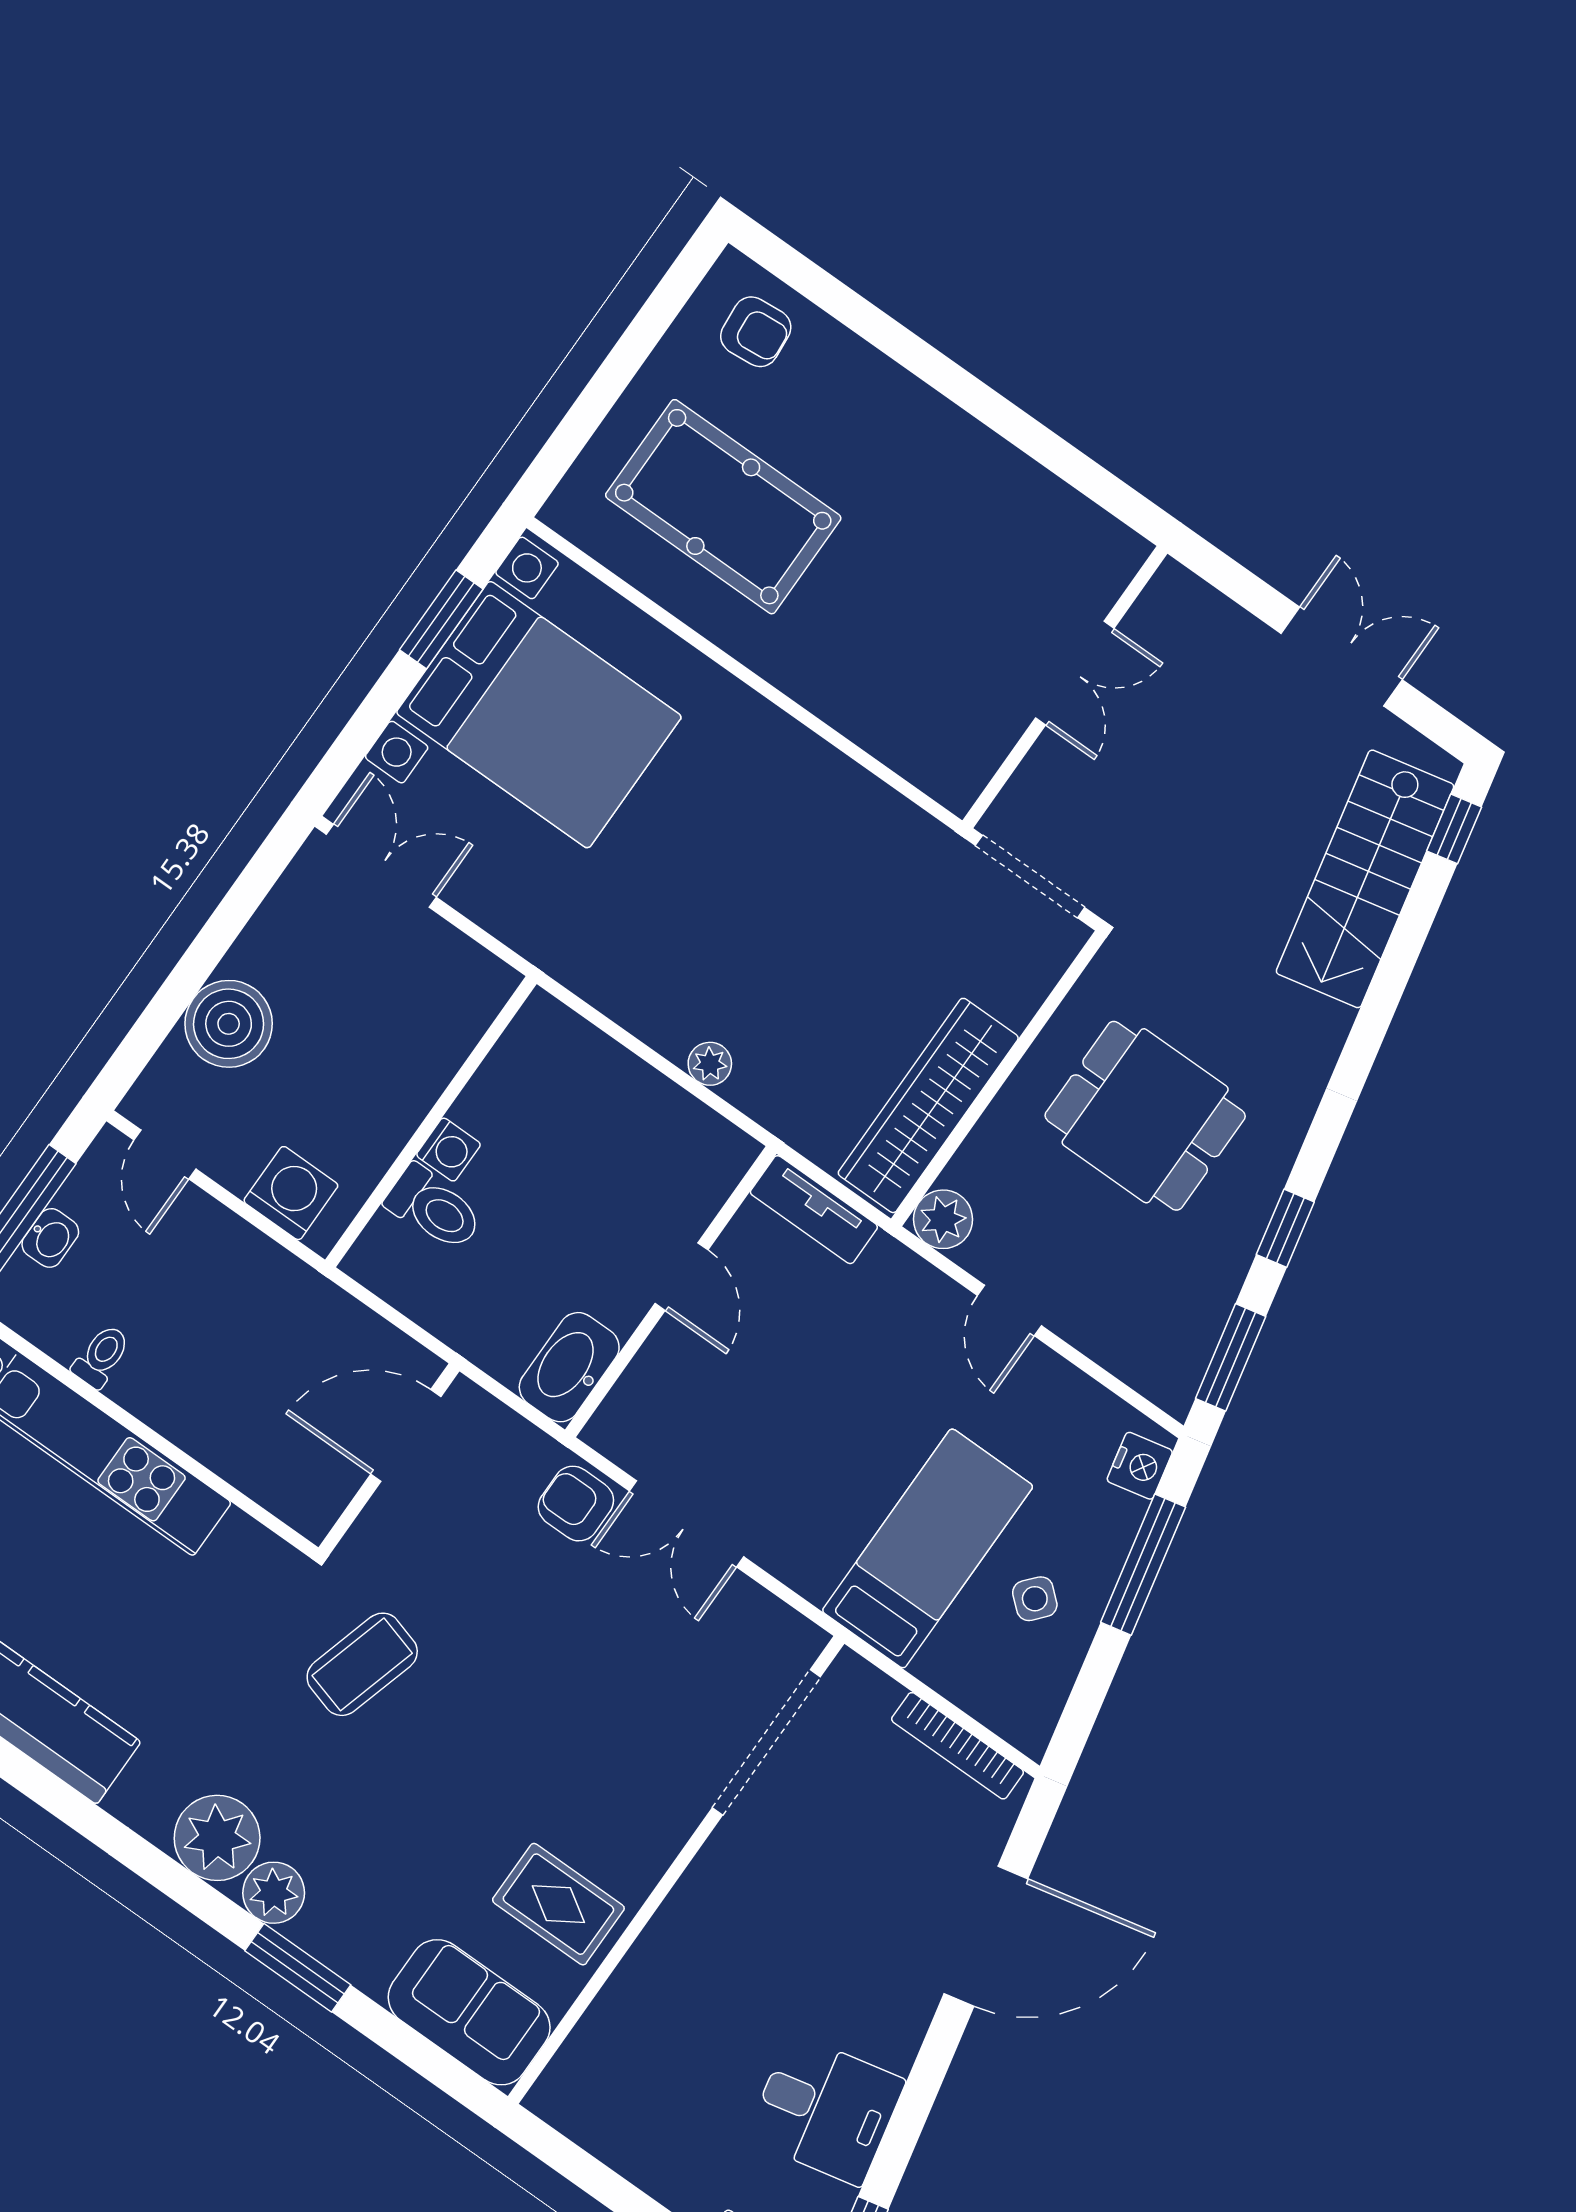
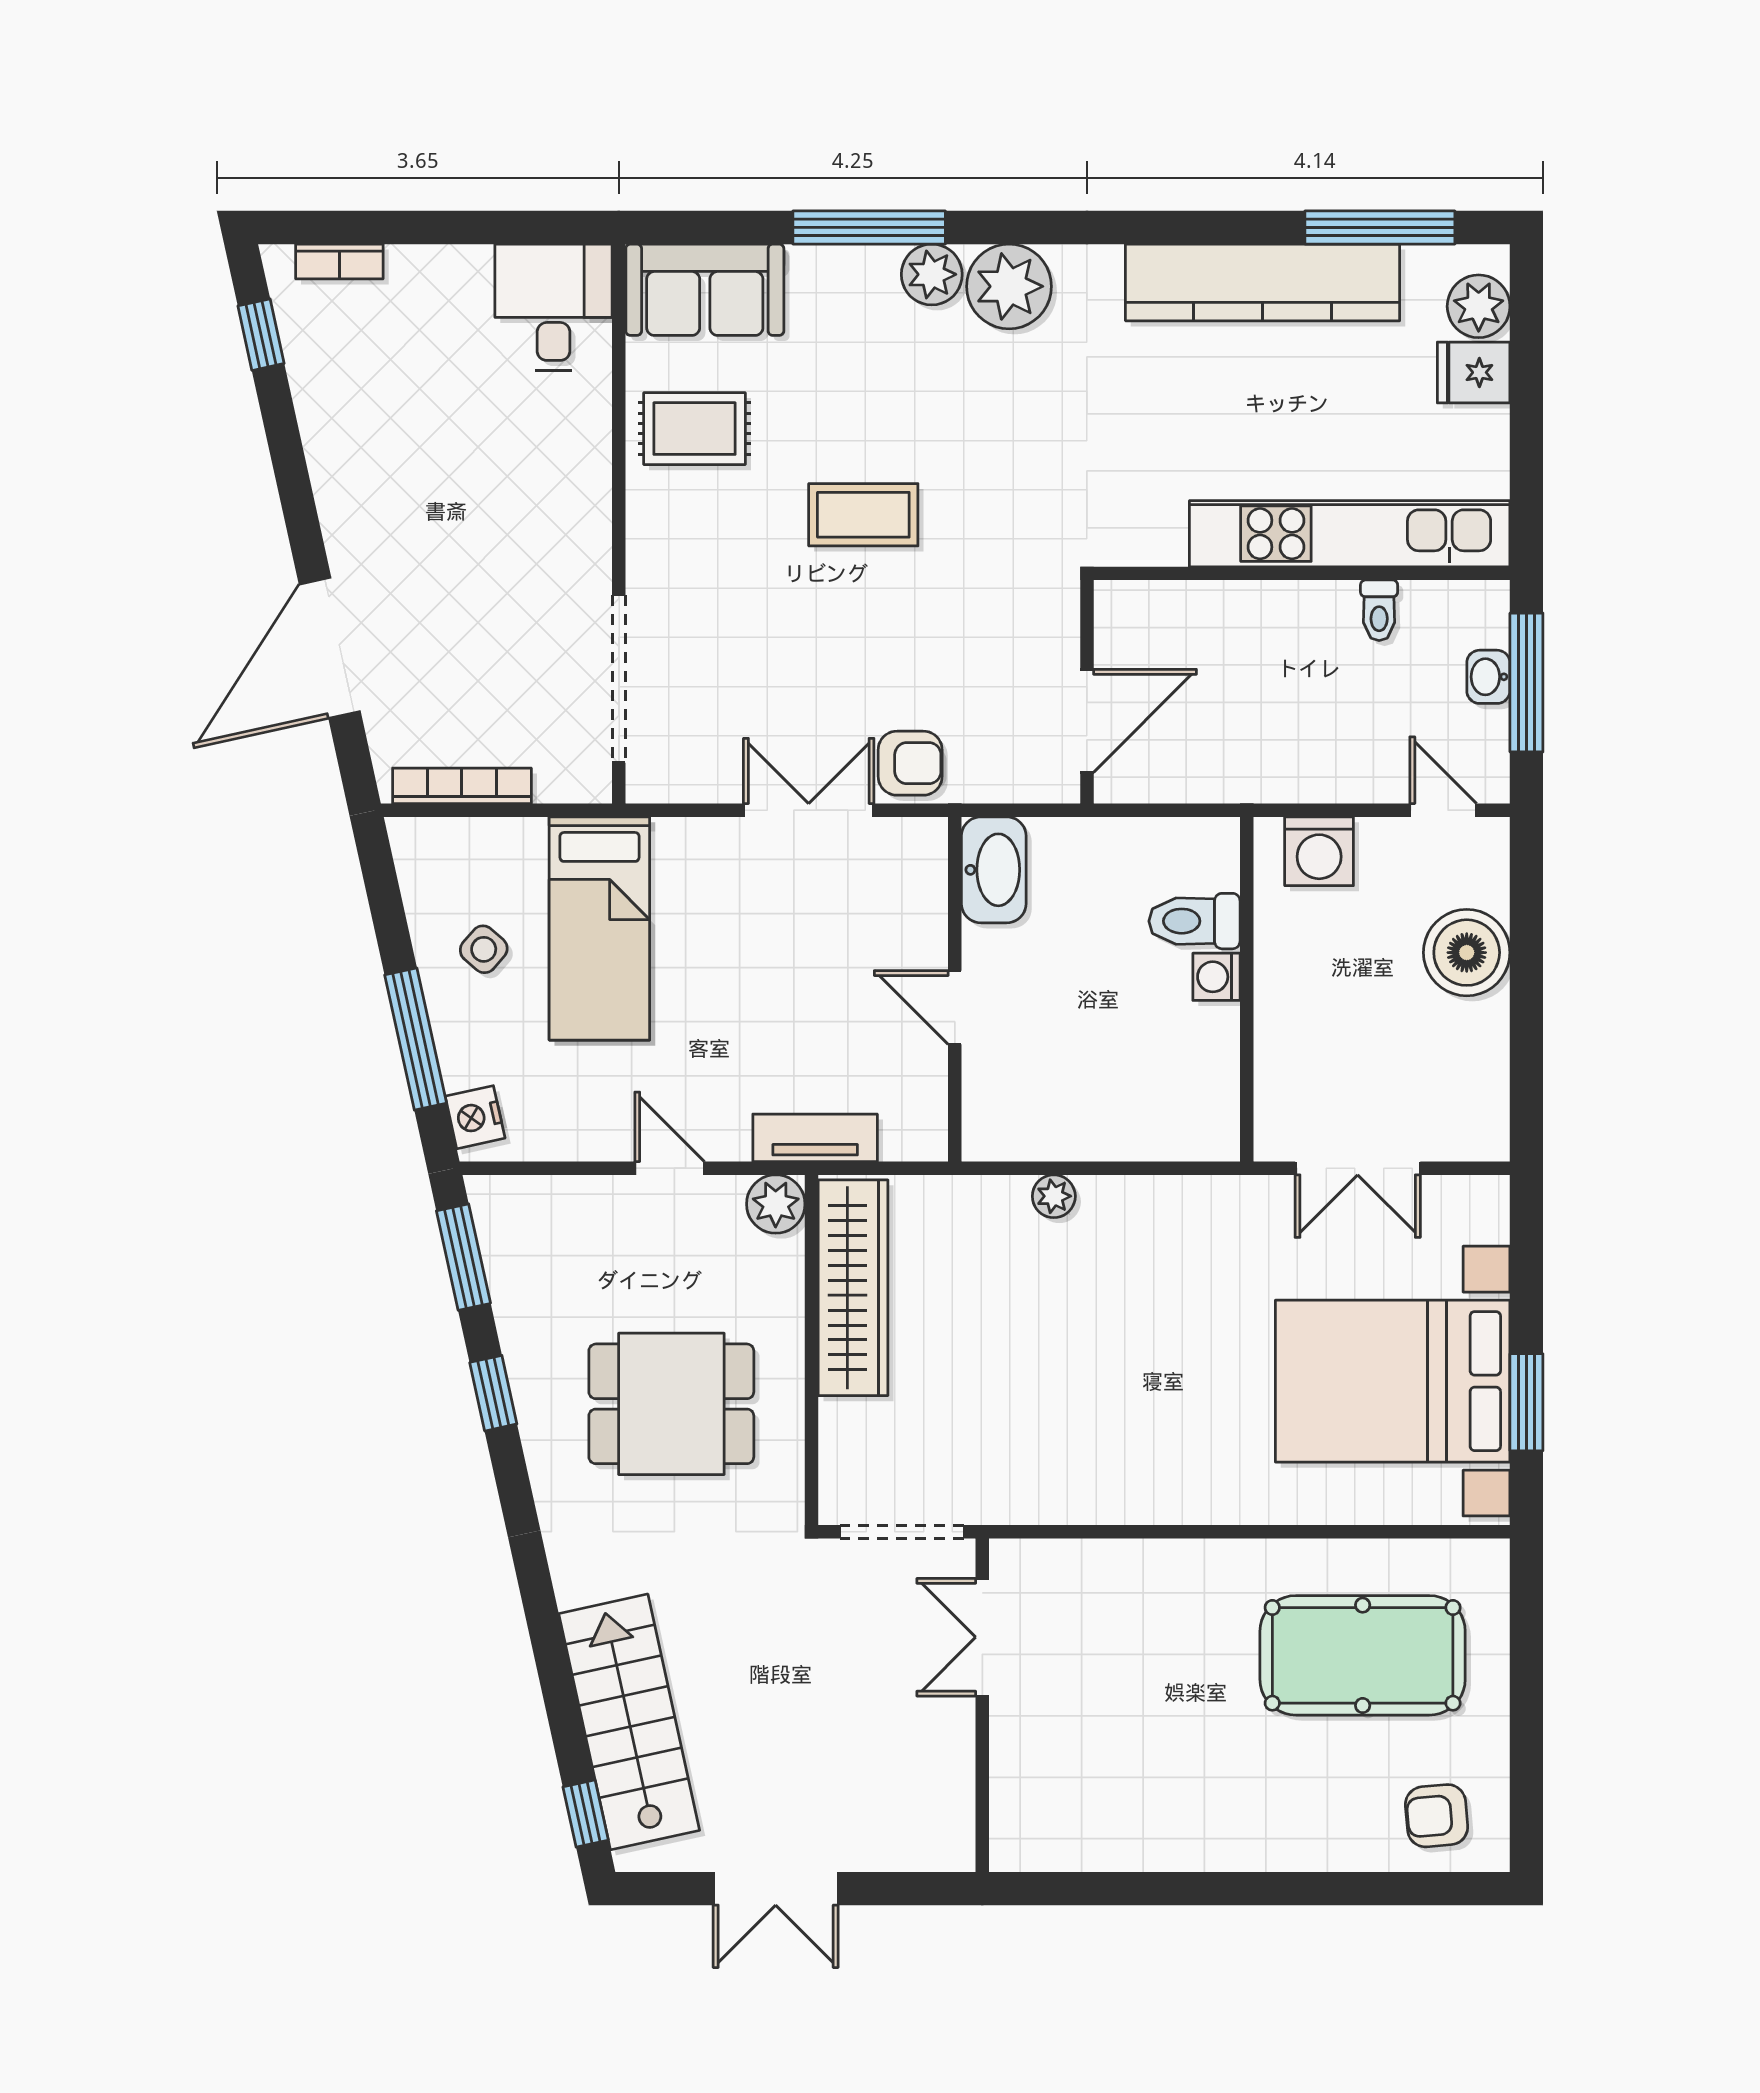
double door: (1075, 673) -> (982, 1637), moved
double door: (381, 866) -> (1358, 1168), moved
tv unit: (814, 1210) -> (815, 1138), moved
coffee table: (362, 1664) -> (863, 515), moved, turned 74
window: (298, 1968) -> (869, 227), width x1.44
desk: (825, 2110) -> (554, 307), moved, turned 102

